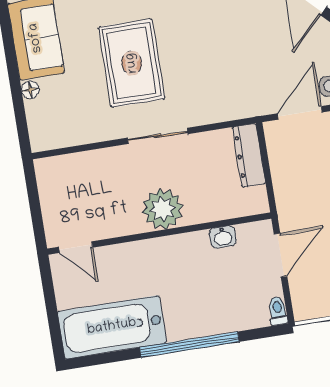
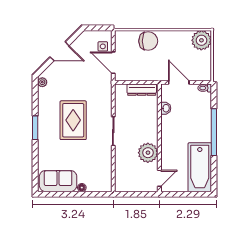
rug: (132, 63) -> (73, 120), moved, turned 90
dresser: (249, 155) -> (142, 90), moved
plant: (163, 209) -> (148, 153), moved

